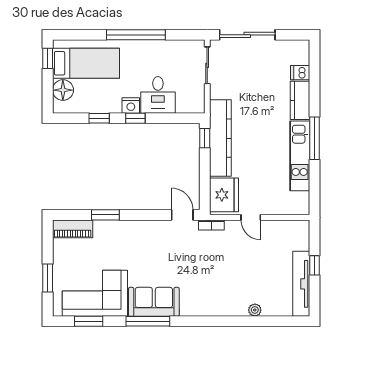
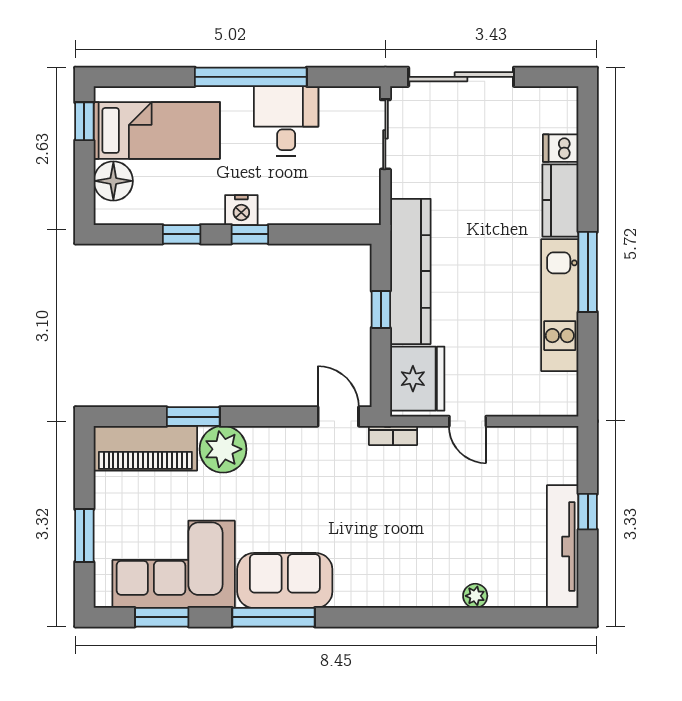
desk: (158, 95) -> (286, 121), moved, turned 180
window: (205, 138) -> (381, 309), moved
piano: (73, 229) -> (145, 448), width x1.37, depth x1.33
plant: (121, 232) -> (223, 449), added

